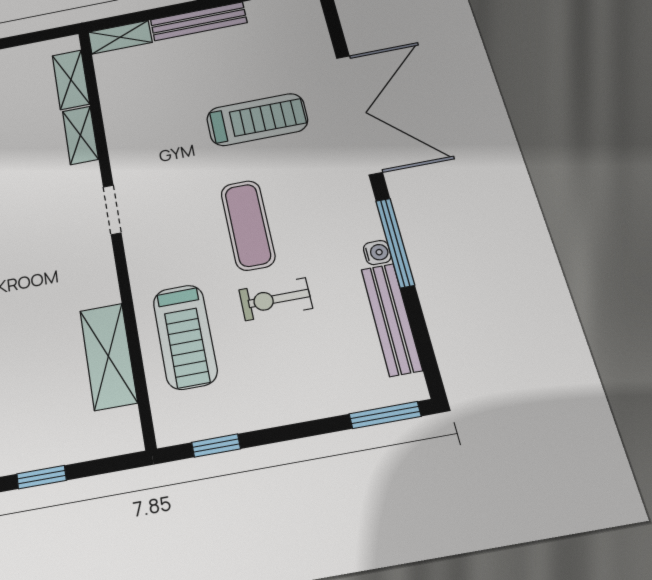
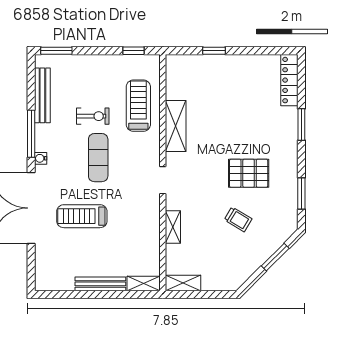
shelving: (71, 80) -> (183, 283), moved, turned 90
water cooler: (377, 253) -> (41, 158), moved
shelving: (108, 356) -> (176, 126), moved

